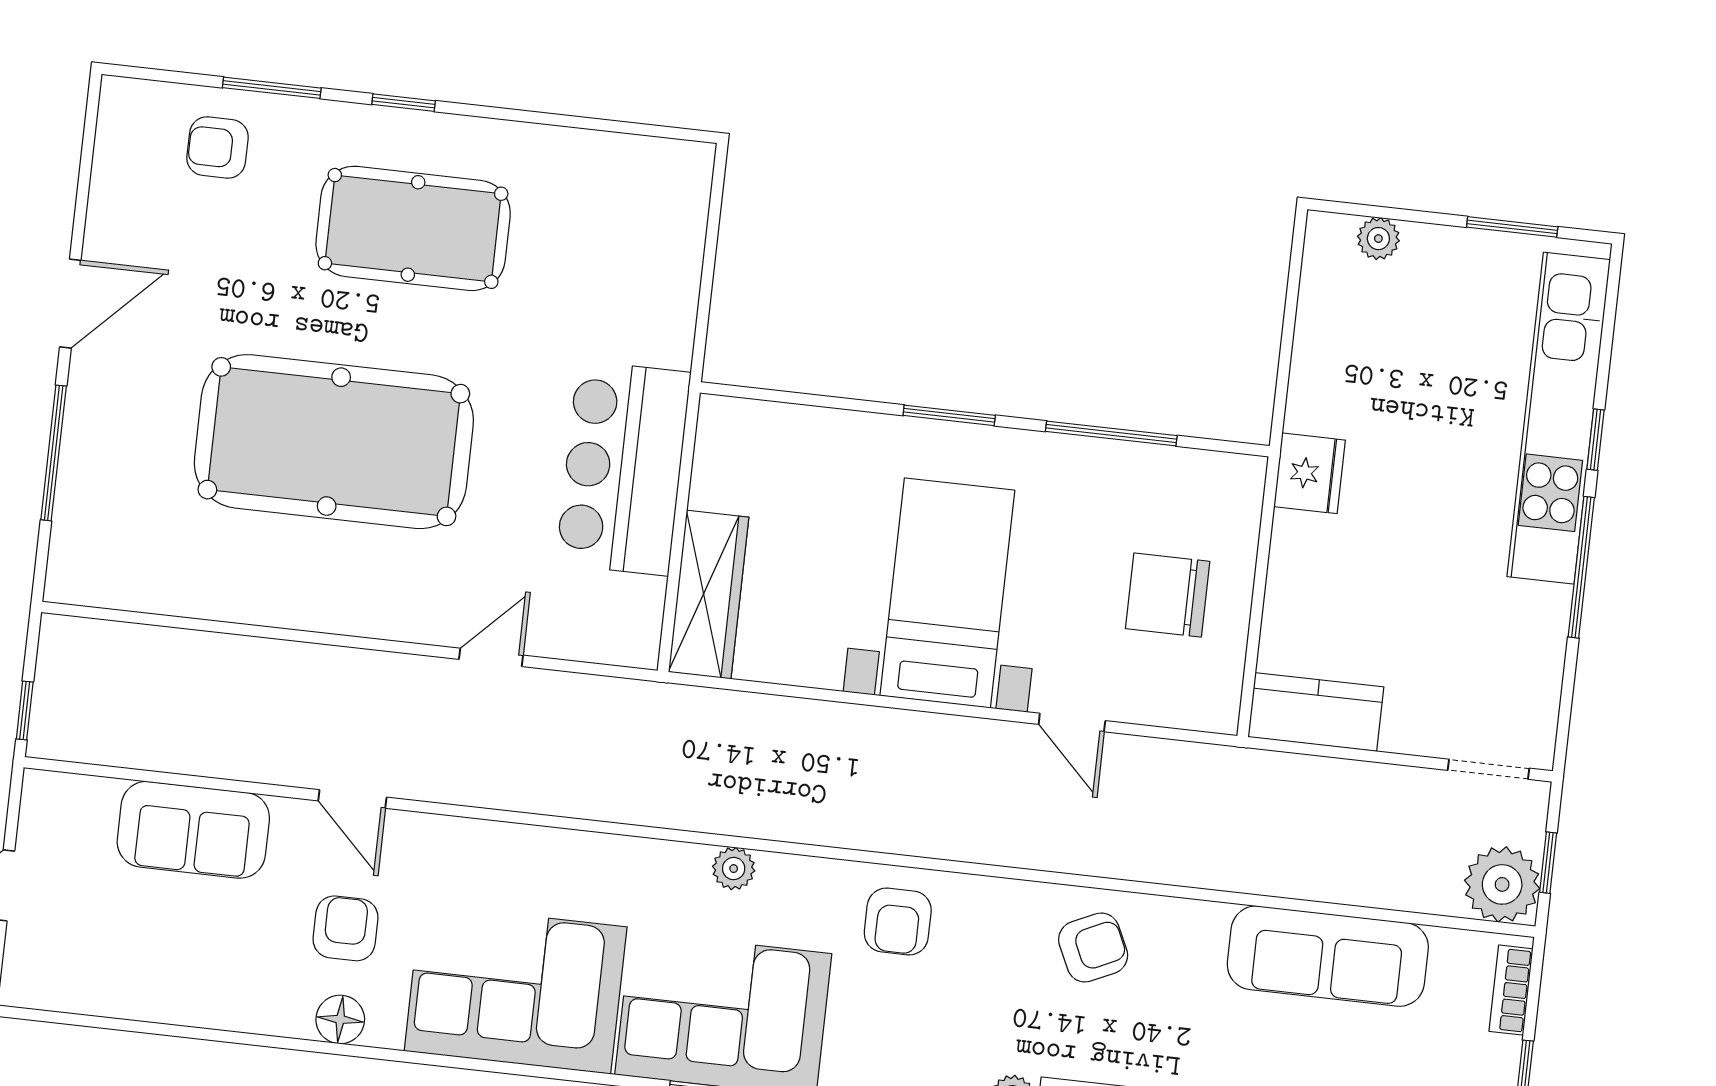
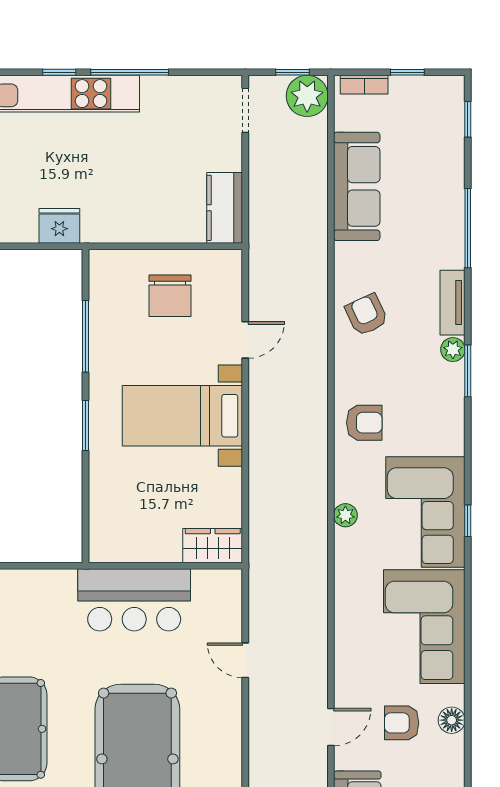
fridge: (1310, 473) -> (59, 226), moved
wardrobe: (709, 595) -> (213, 546), width x0.67

